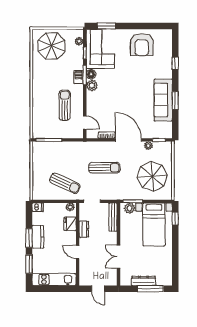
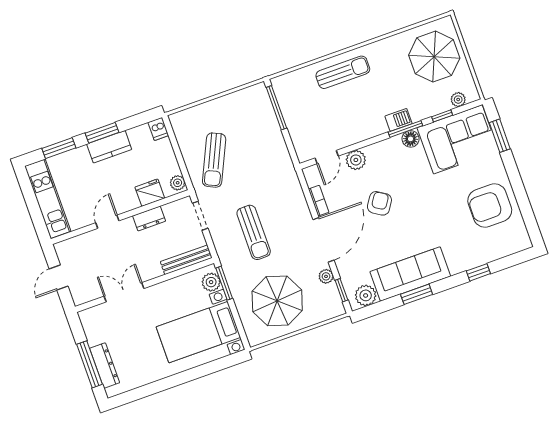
plant: (92, 85) -> (356, 160), moved
armchair: (120, 103) -> (379, 203), added
sun lounger: (65, 105) -> (343, 72), moved
plant: (166, 128) -> (366, 295), added
sun lounger: (104, 168) -> (254, 232), moved
window: (175, 218) -> (221, 364), removed
dresser: (144, 281) -> (105, 365), moved

